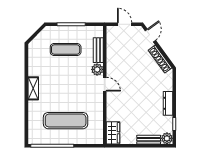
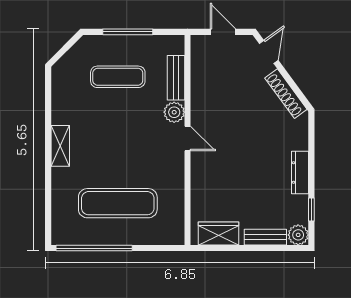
wardrobe: (113, 133) -> (218, 233), moved, turned -90

